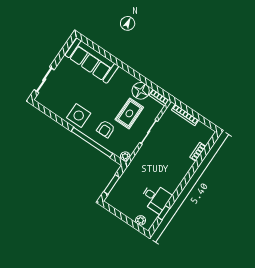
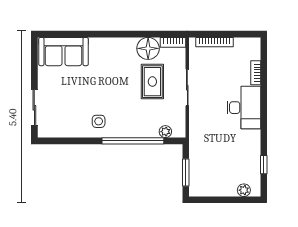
sofa: (92, 61) -> (63, 52), width x0.73
side table: (79, 115) -> (99, 121), width x0.54, depth x0.54
armchair: (106, 129) -> (138, 116), removed
plant: (125, 156) -> (165, 132), moved
desk: (156, 198) -> (244, 108), moved, width x1.37

